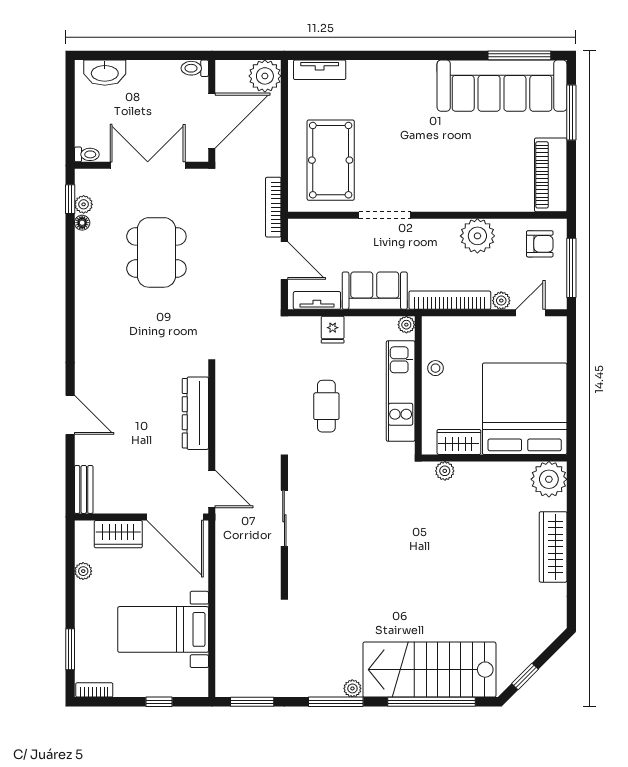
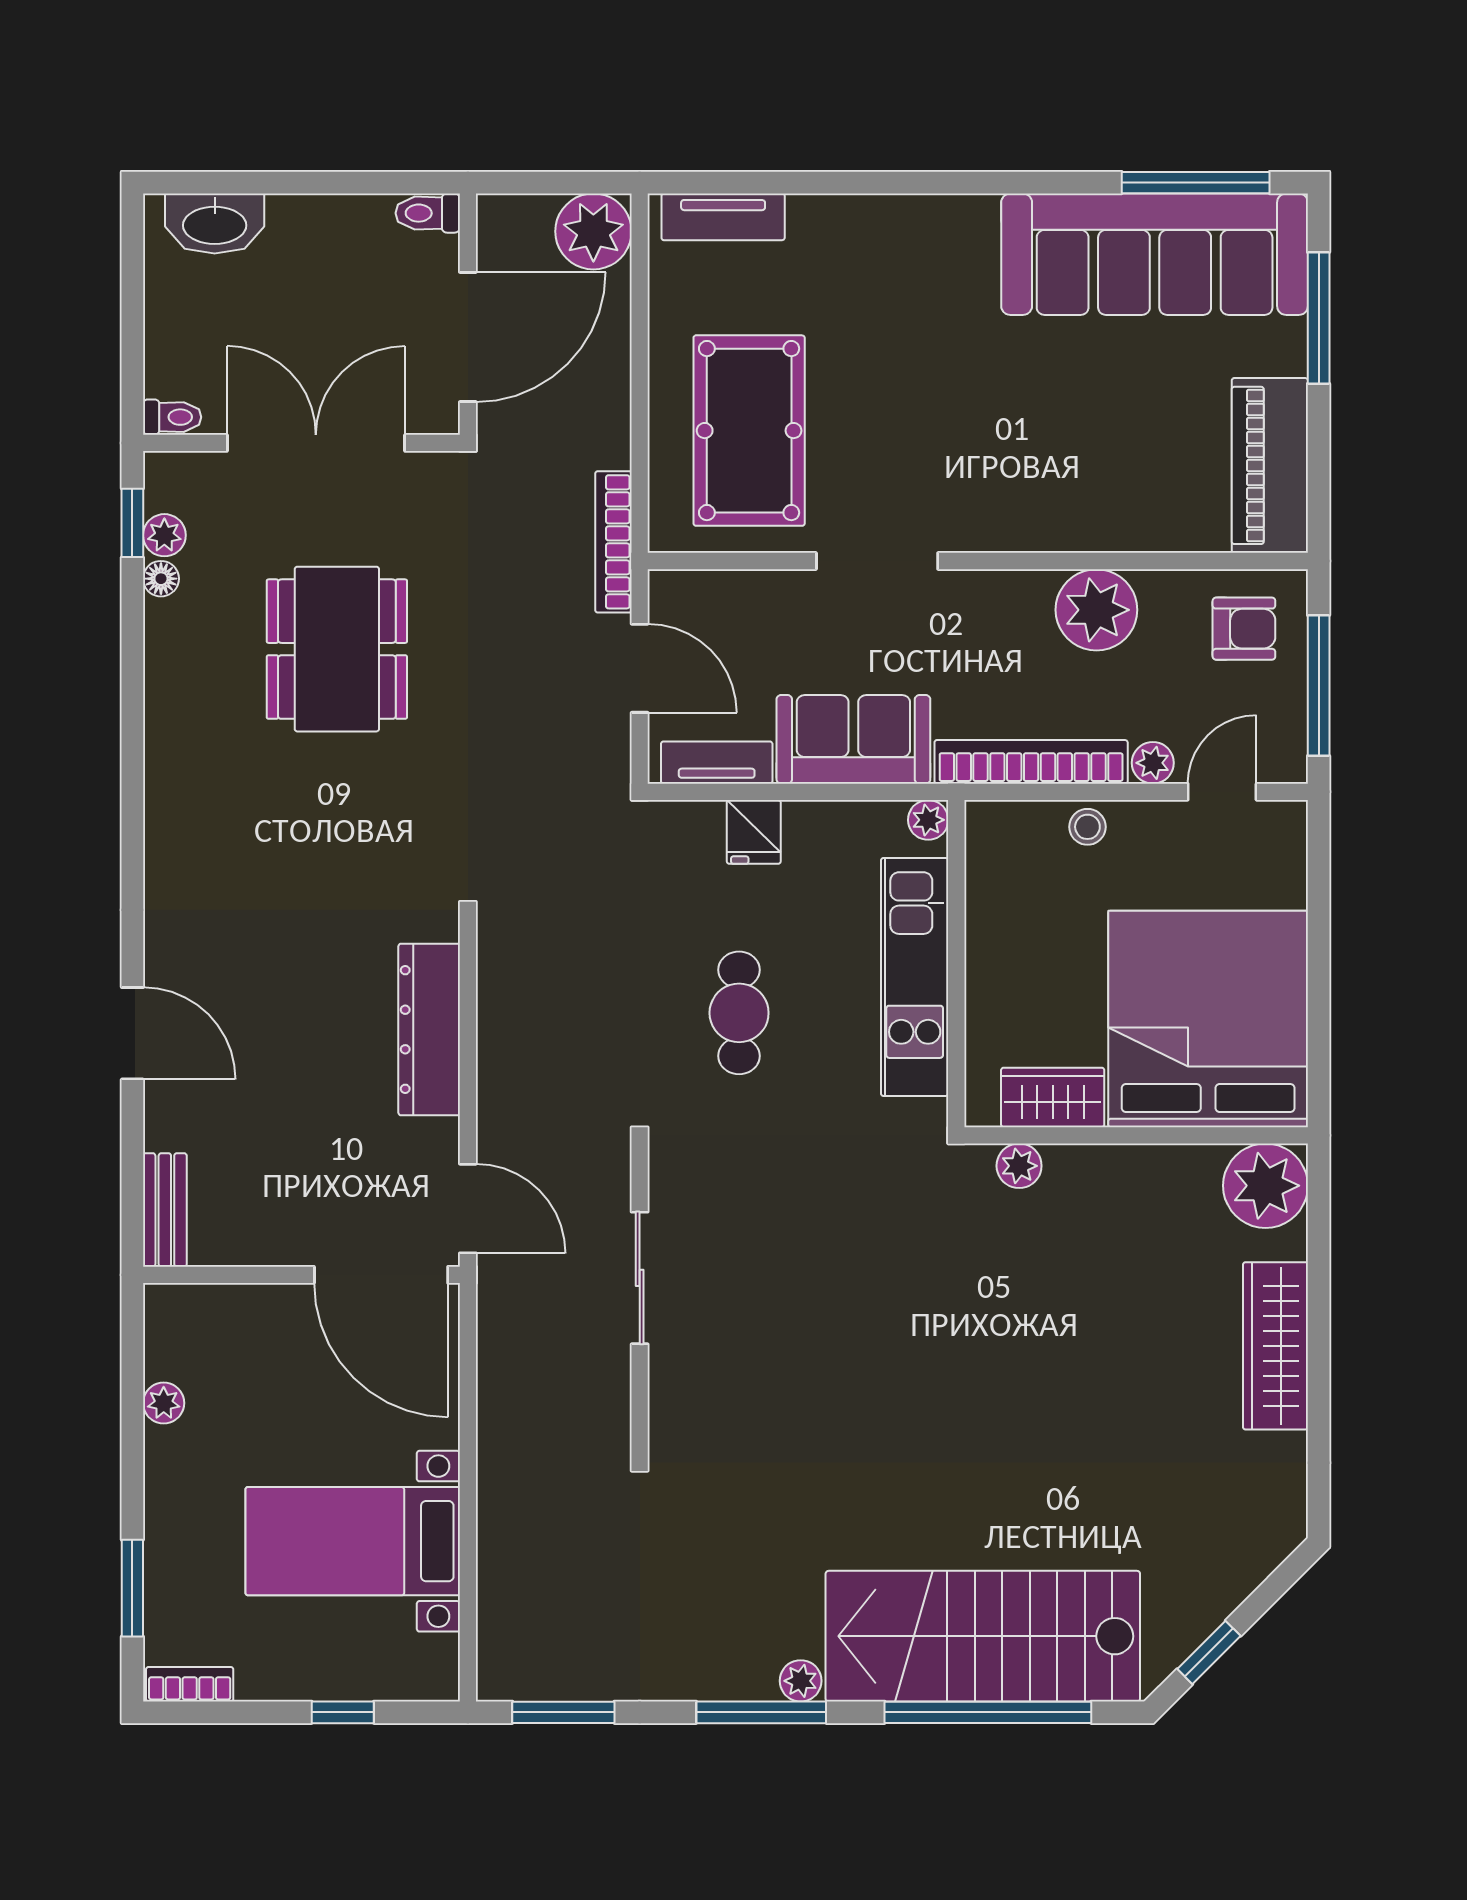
stool: (435, 368) -> (1087, 827), moved
wardrobe: (118, 534) -> (246, 1316), removed

